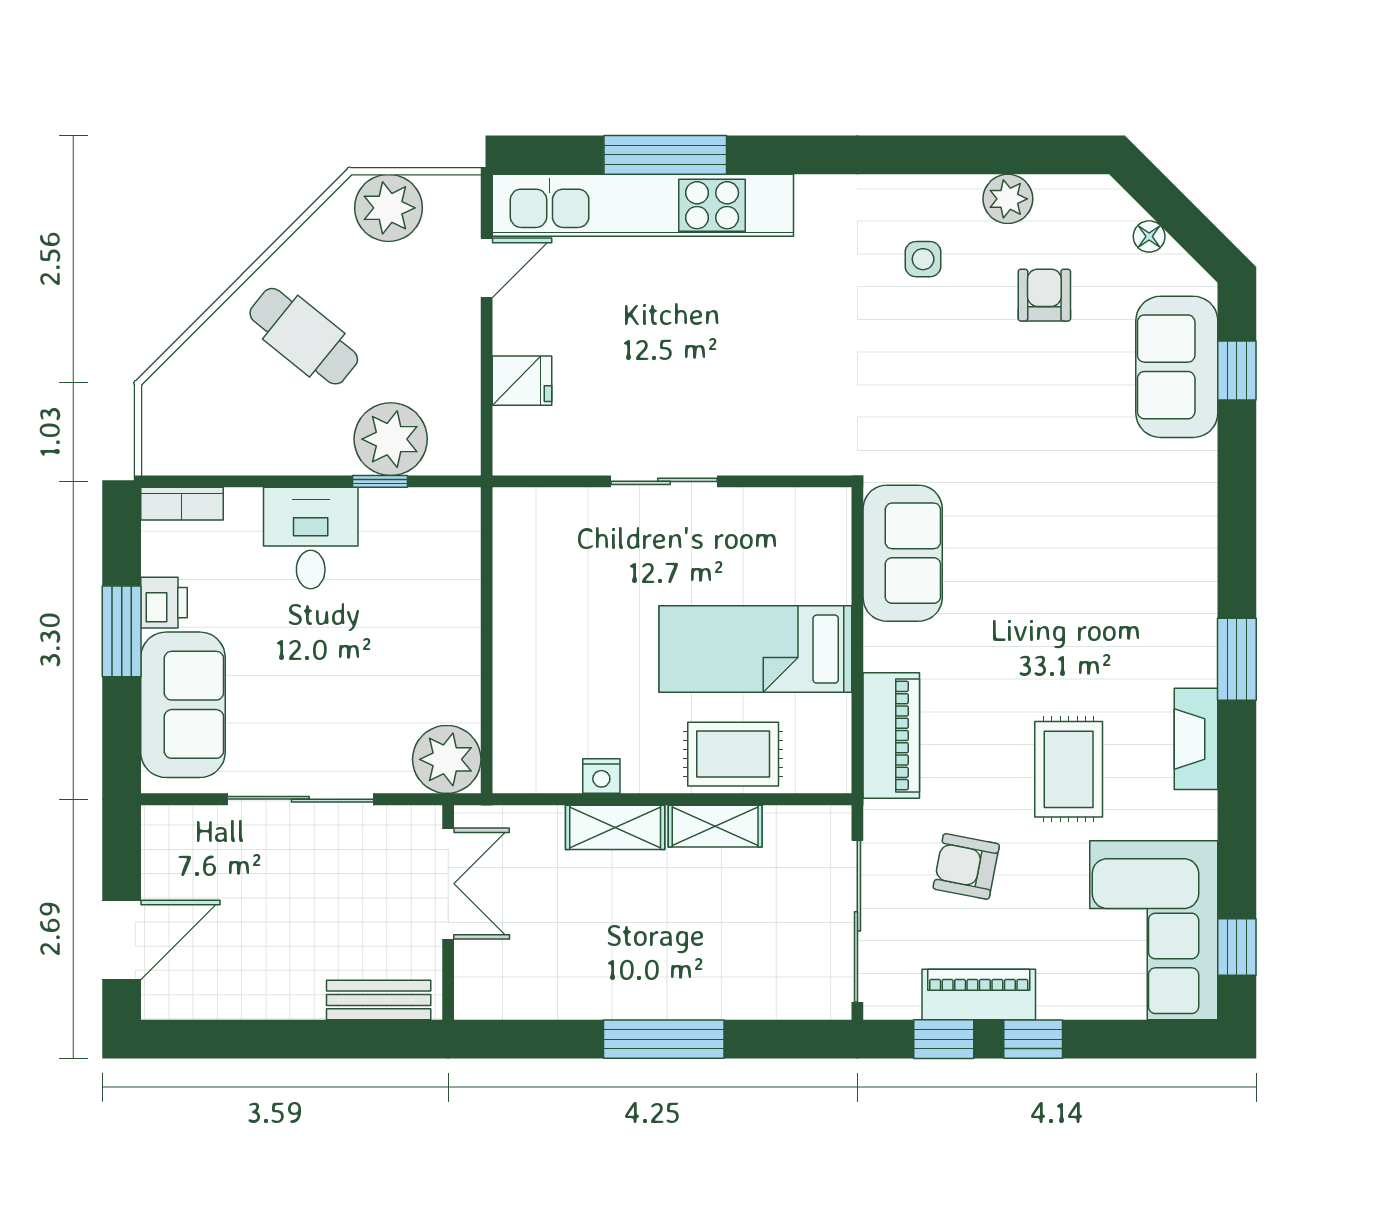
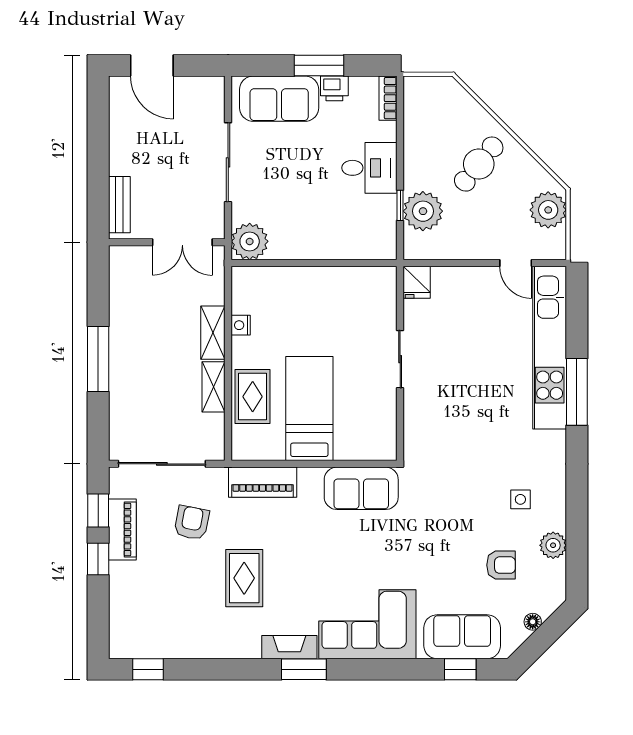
window: (665, 155) -> (577, 392), moved
fridge: (522, 381) -> (417, 282), moved
fireplace: (1196, 739) -> (289, 647), moved
rug: (1069, 769) -> (244, 578), turned 90
corner sofa: (1154, 930) -> (367, 624), moved

